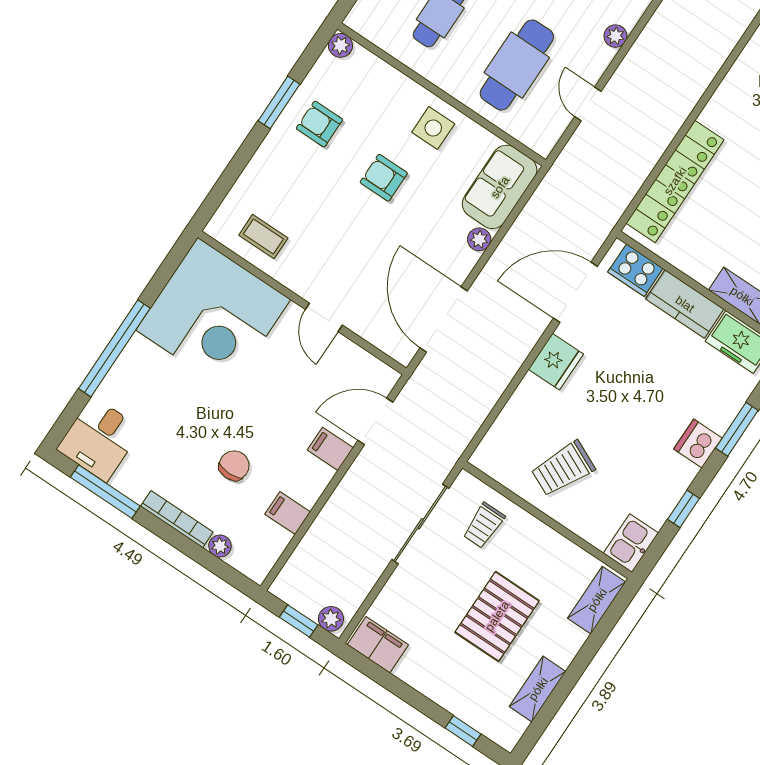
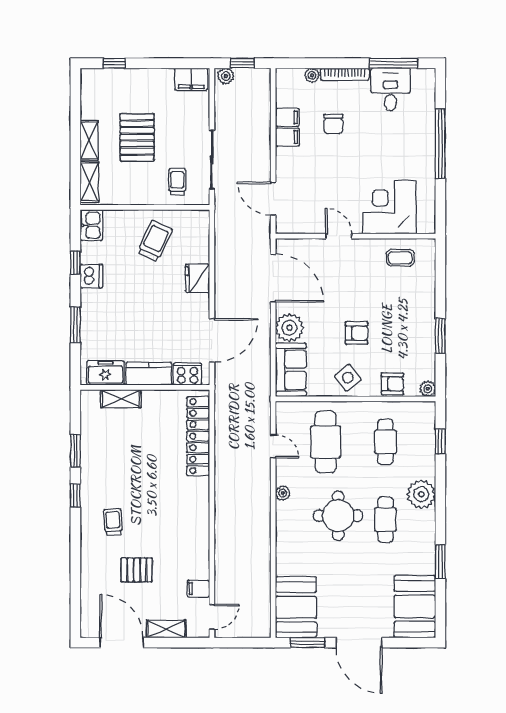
armchair: (319, 124) -> (392, 384), moved
side table: (433, 128) -> (348, 378), turned -38
plant: (479, 239) -> (289, 328), width x1.87, depth x1.87
corner desk: (213, 315) -> (389, 207), width x0.74, depth x0.74
fridge: (556, 362) -> (197, 278), moved
door: (375, 421) -> (273, 199), swing flipped
desk: (99, 439) -> (391, 89), moved
dishwasher: (698, 444) -> (91, 276), moved
filing cabinet: (330, 449) -> (287, 137), moved
shelving: (538, 689) -> (89, 140), moved

